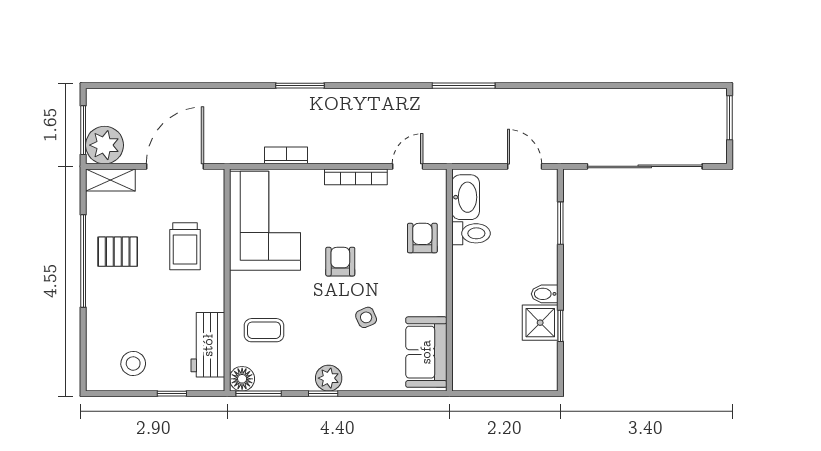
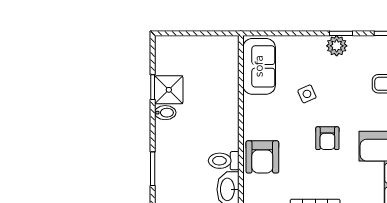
armchair: (422, 238) -> (262, 157), width x1.38, depth x1.38

